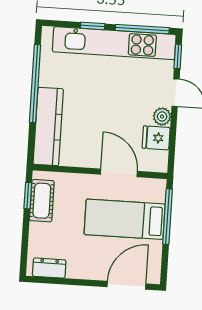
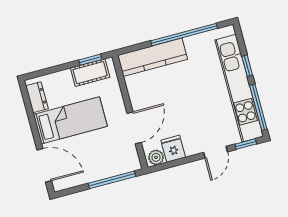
plant: (162, 116) -> (156, 157), moved
bed: (125, 219) -> (70, 120), moved, turned 90

